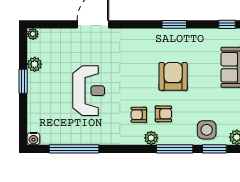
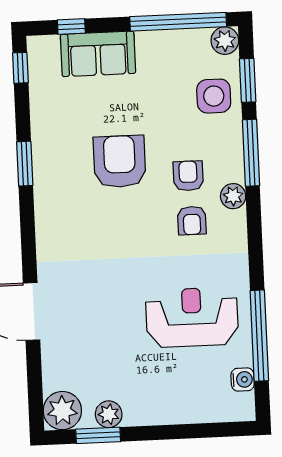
plant: (33, 34) -> (62, 411), width x1.88, depth x1.88
armchair: (173, 76) -> (120, 162), turned 90
window: (23, 81) -> (98, 435), moved
reception desk: (89, 91) -> (192, 317), moved
water cooler: (33, 139) -> (243, 379), moved

